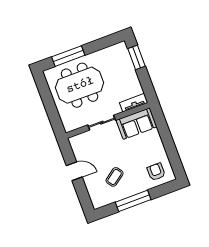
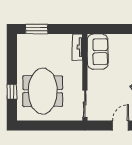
window: (68, 56) -> (12, 92), width x0.46
sliding door: (102, 123) -> (85, 104), moved

